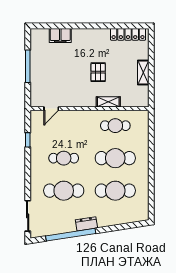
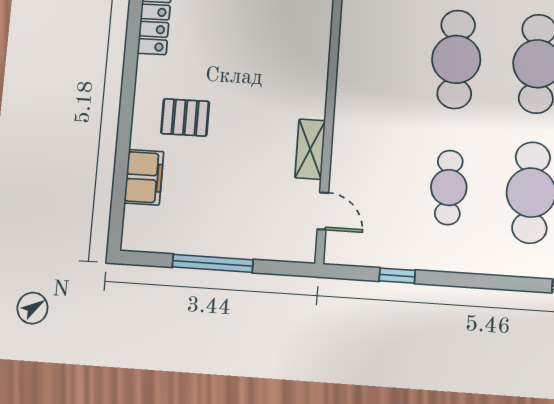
pallet: (98, 72) -> (185, 117), moved
shelving: (108, 102) -> (310, 149), moved
cafe table: (115, 126) -> (376, 55), removed

